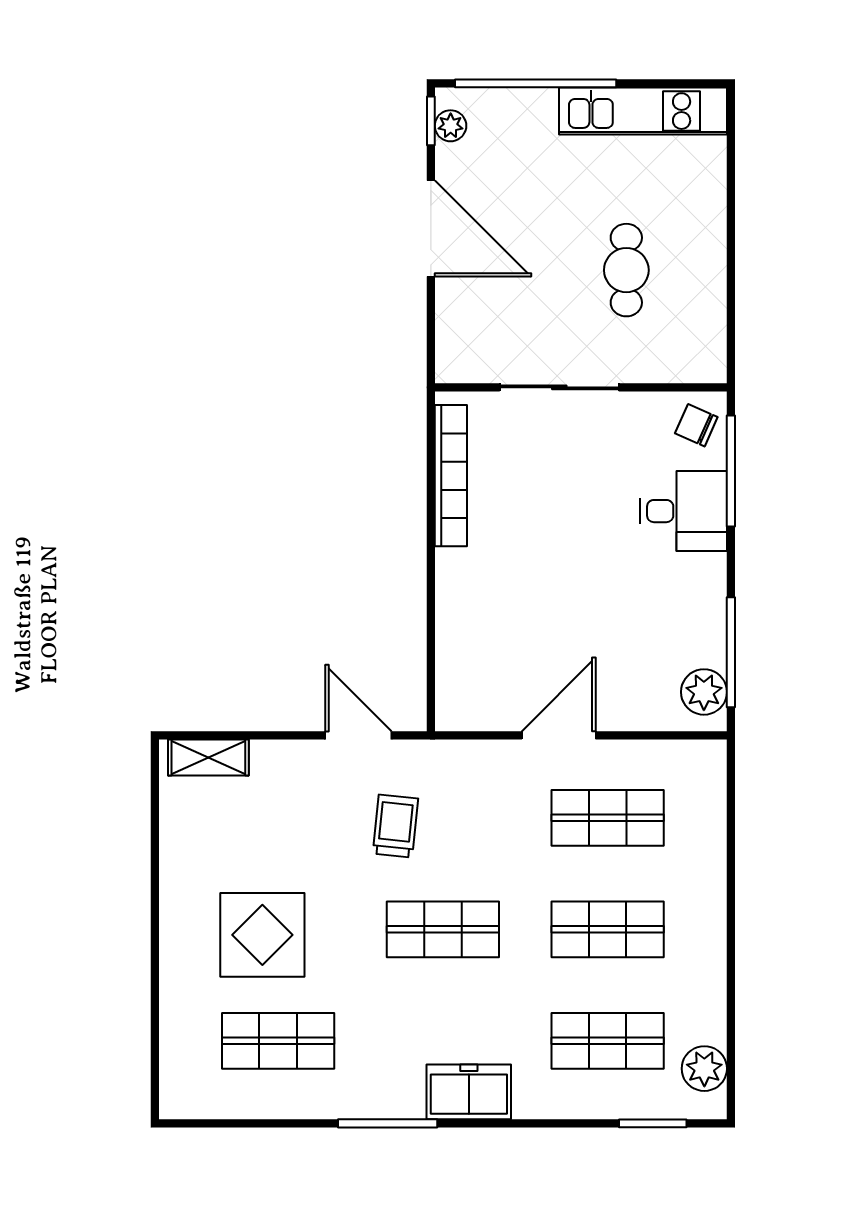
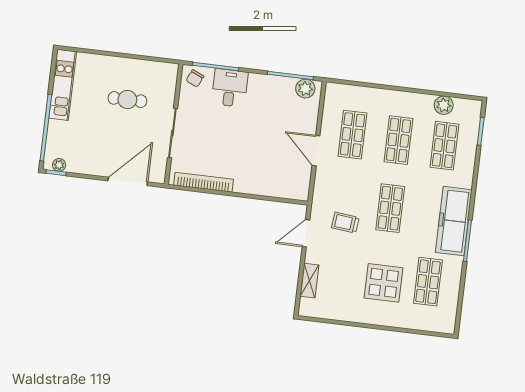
door: (431, 228) -> (128, 181), moved
shelving: (208, 757) -> (309, 281), moved
plant: (704, 1069) -> (444, 105), moved
freezer: (469, 1092) -> (454, 221), width x1.91, depth x1.26

